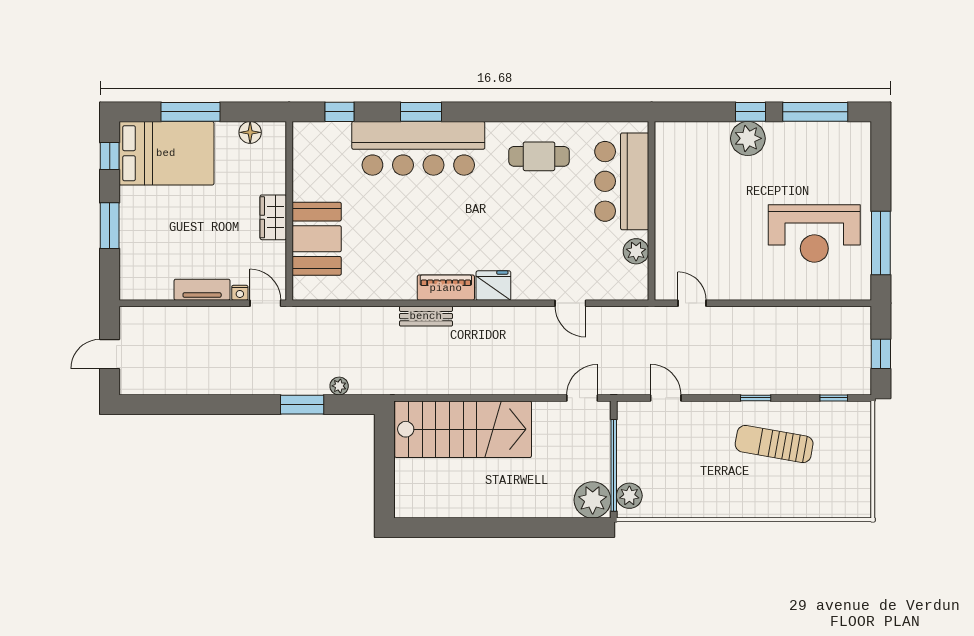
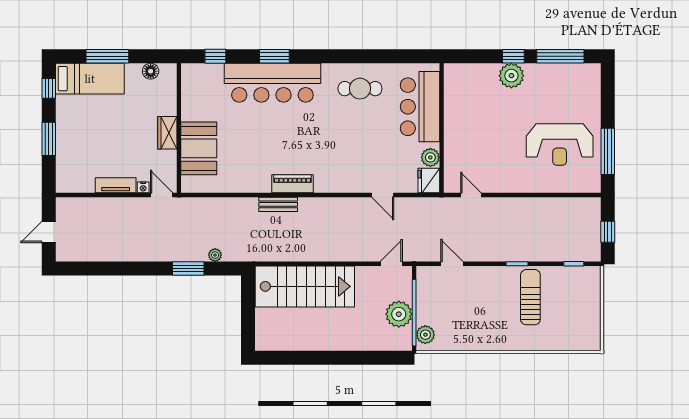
bed: (166, 153) -> (90, 79), width x0.67
fridge: (493, 286) -> (429, 180), moved, turned -90
sun lounger: (774, 444) -> (530, 297), turned 80
plant: (593, 500) -> (399, 314), moved

